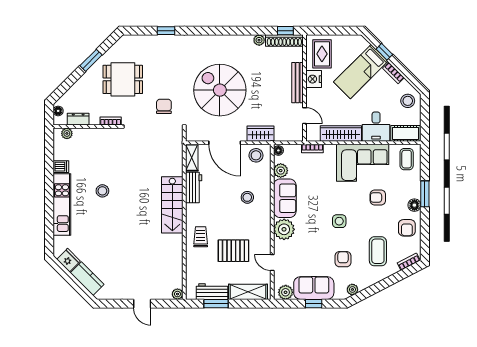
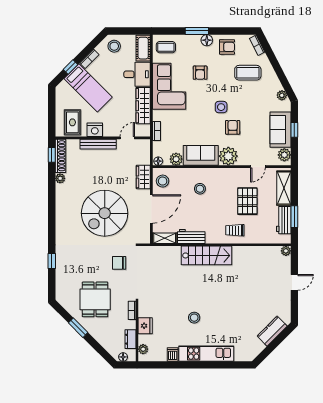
rug: (322, 54) -> (72, 122), turned 90
armchair: (343, 259) -> (233, 127), moved, turned 90
fridge: (68, 260) -> (145, 326), moved, turned 135

